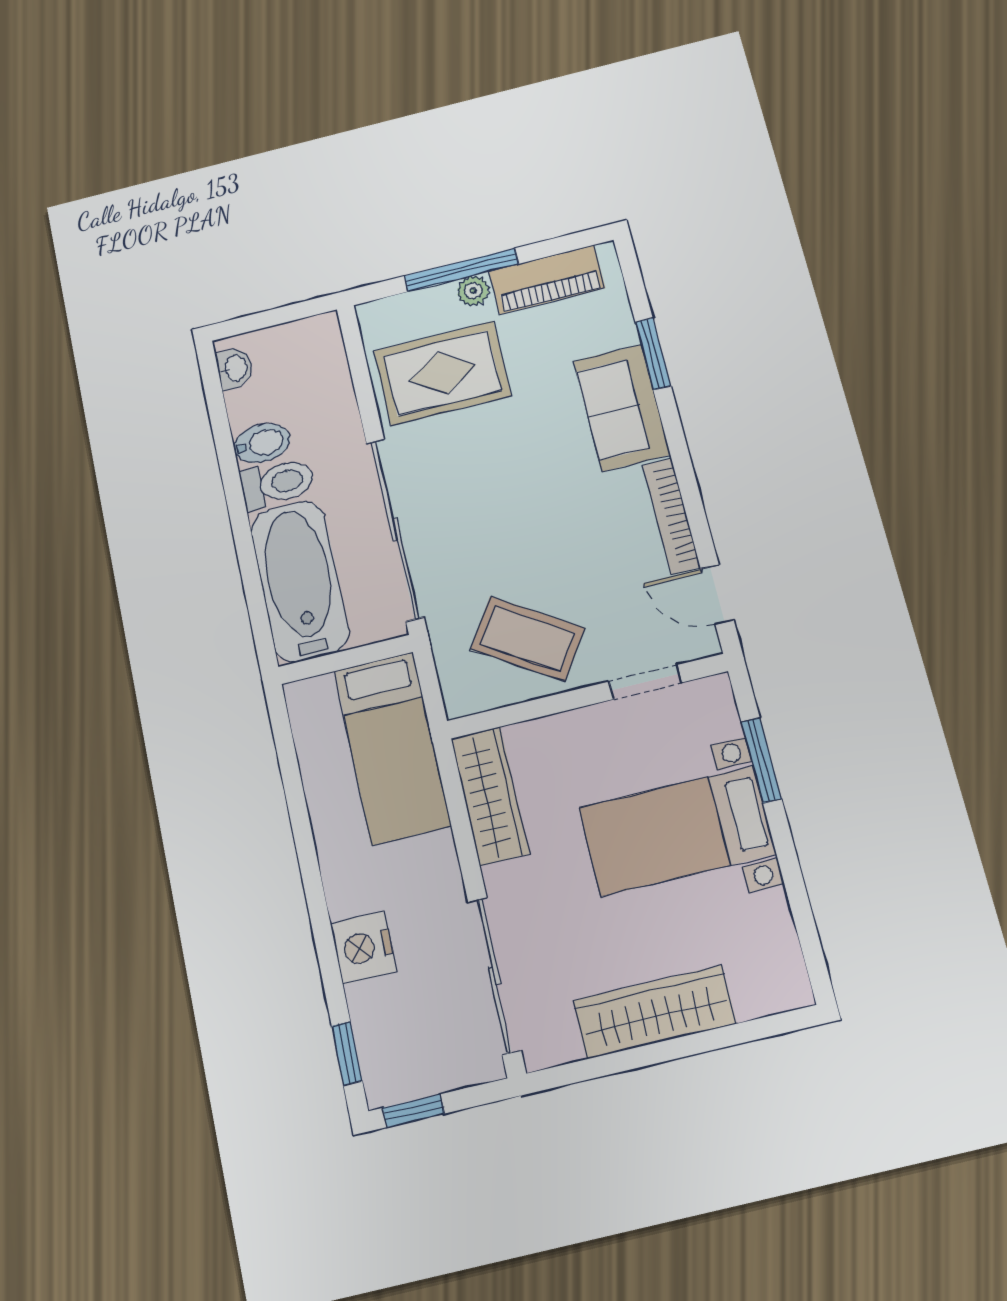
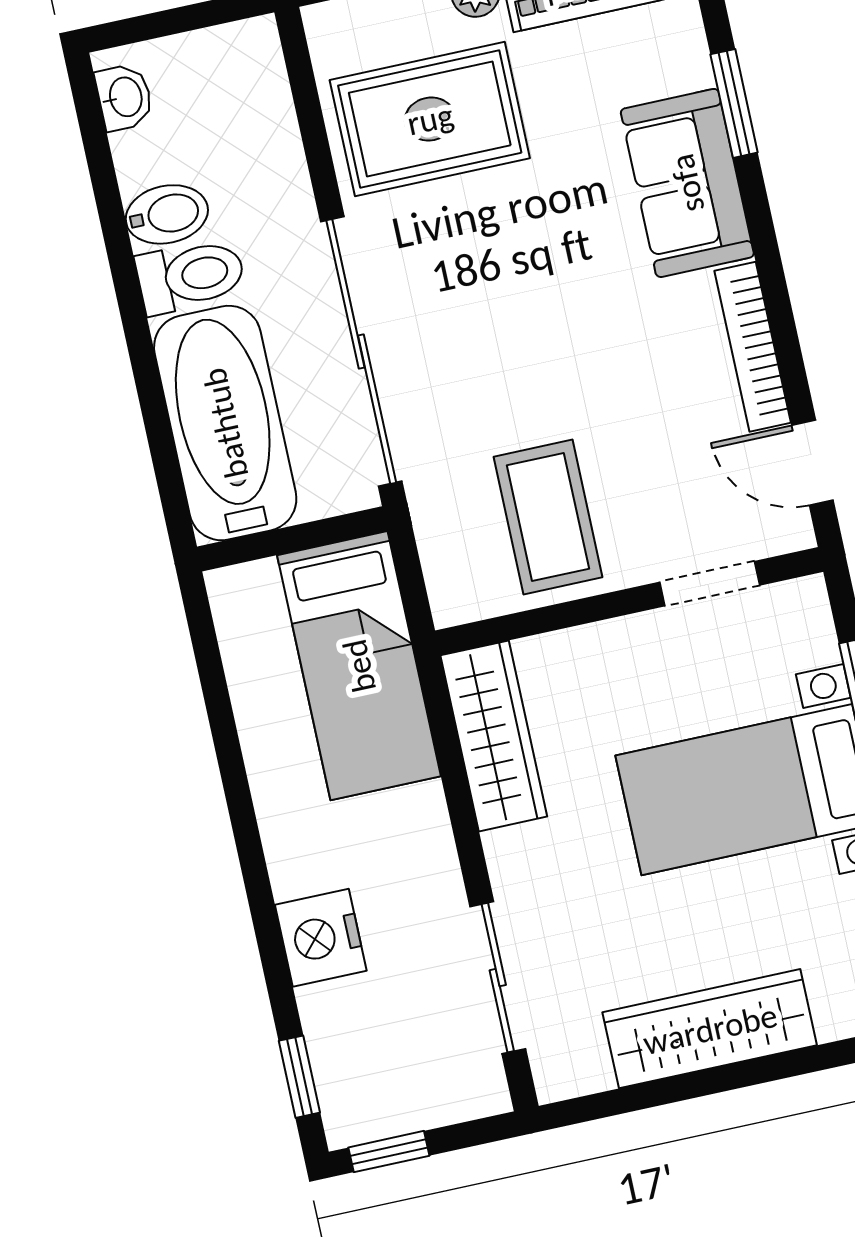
coffee table: (527, 639) -> (548, 517), turned 57
sliding door: (494, 975) -> (498, 978), width x0.73

